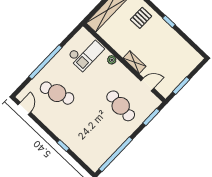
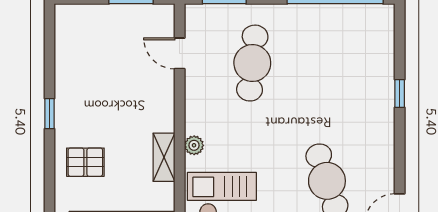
shelving: (134, 62) -> (164, 157), moved

